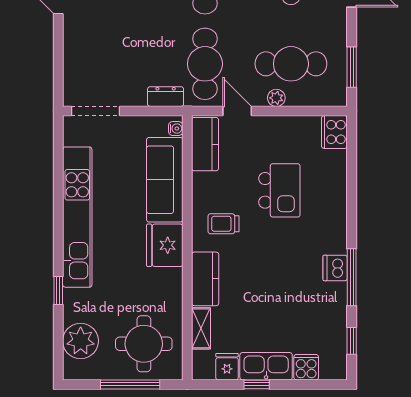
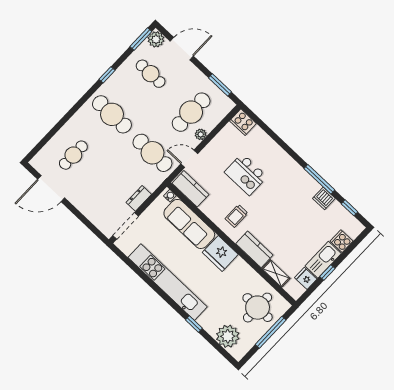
dresser: (166, 97) -> (139, 198), moved
kitchen island: (279, 190) -> (246, 174), turned 180
dishwasher: (335, 268) -> (324, 198), moved

